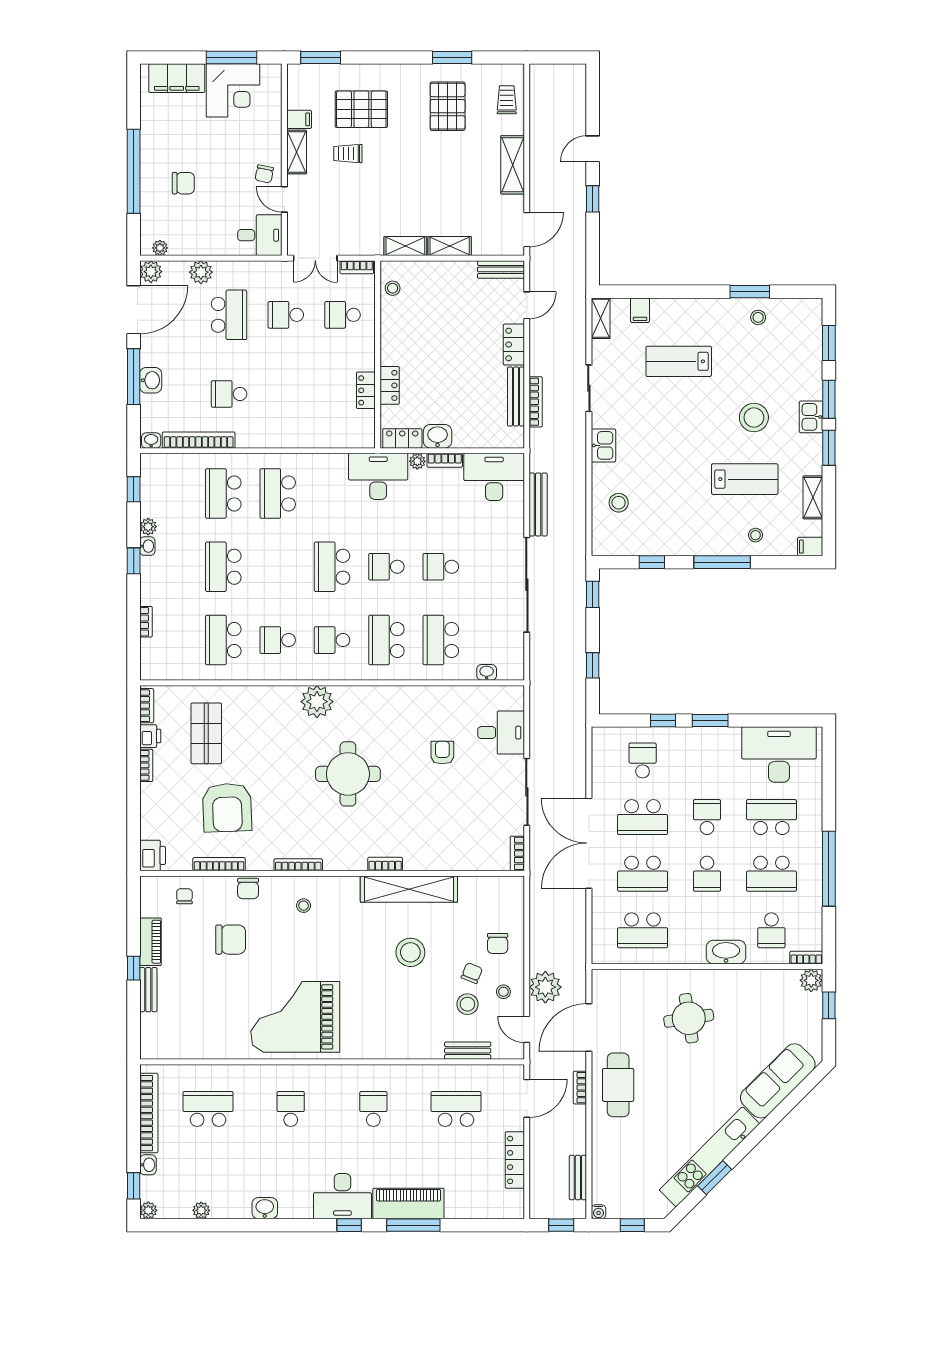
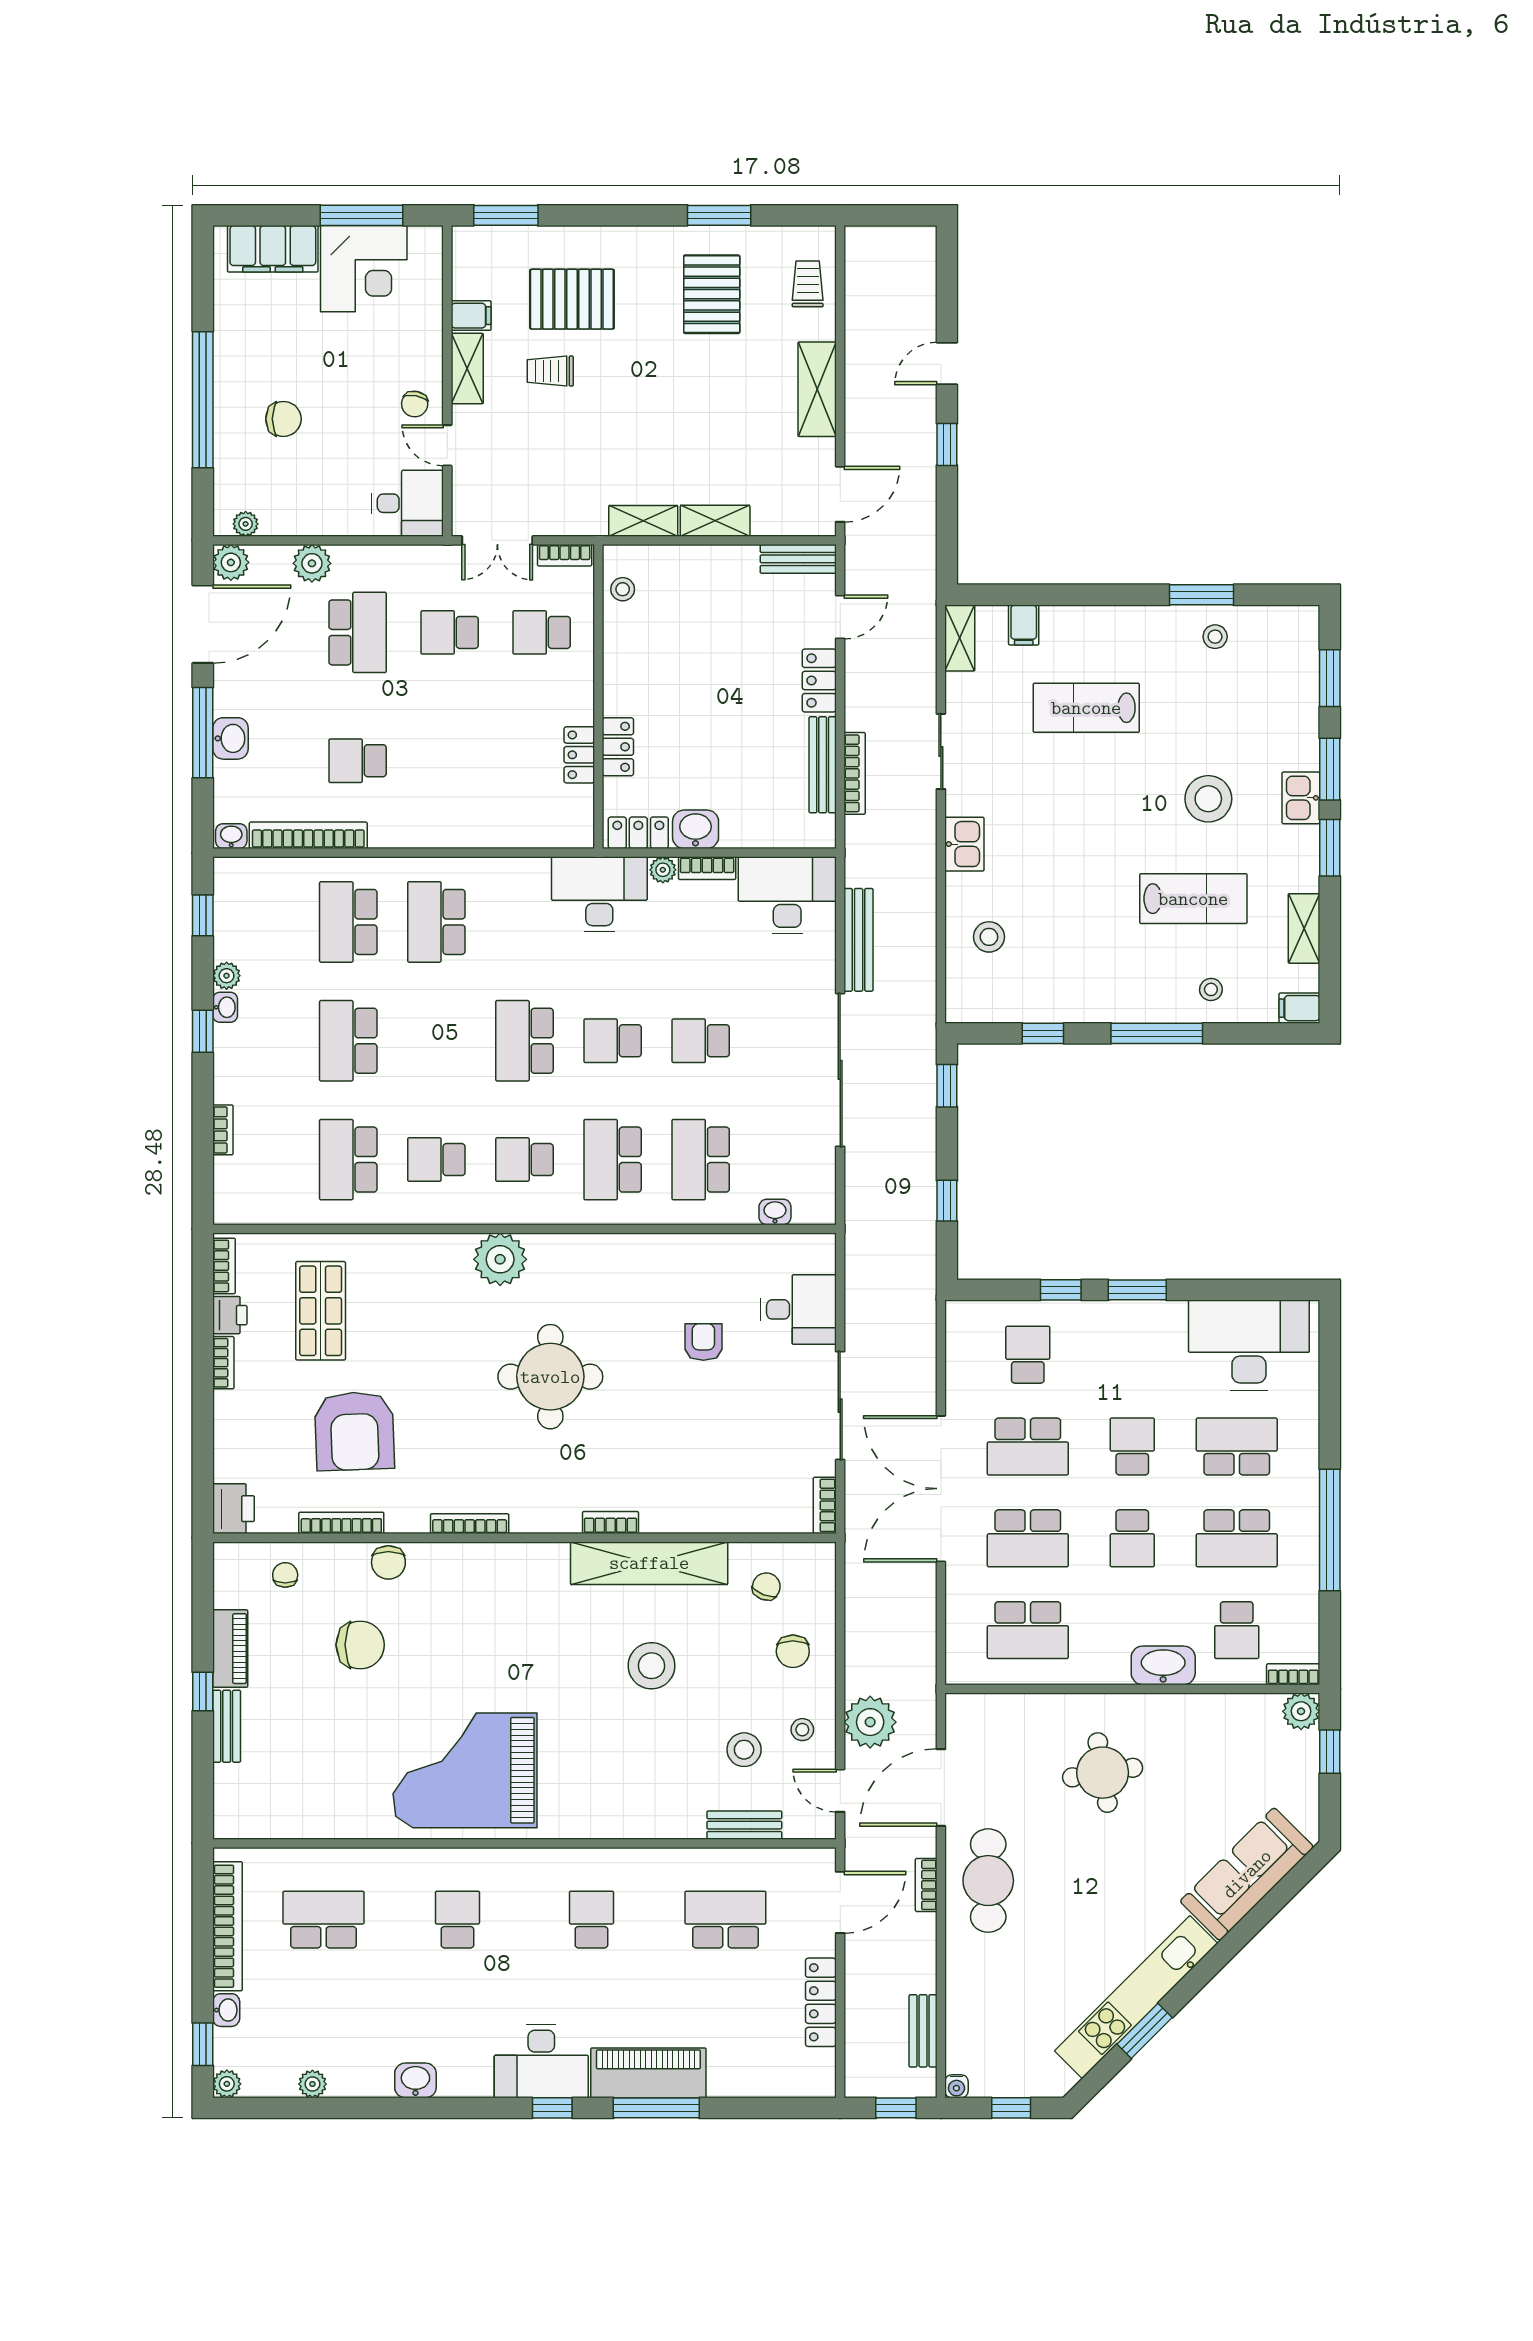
stool: (304, 906) -> (478, 1590), removed
chair: (472, 973) -> (766, 1586), moved

